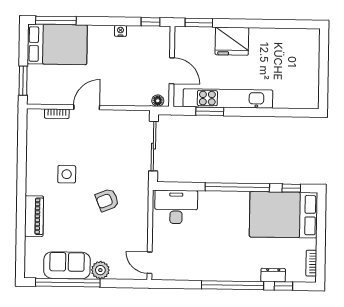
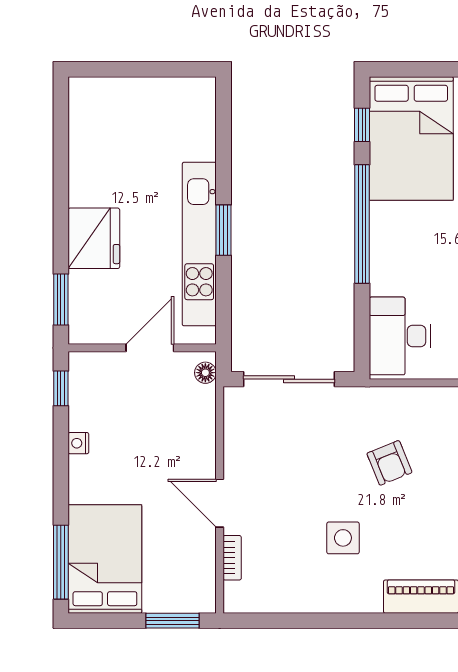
window: (210, 111) -> (223, 230), moved

